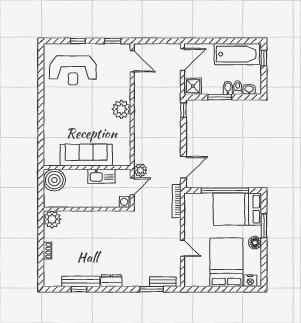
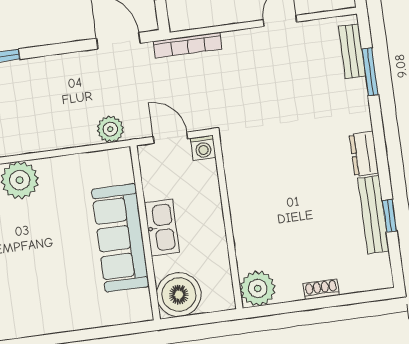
plant: (140, 170) -> (110, 129), moved
kitchen sink: (102, 176) -> (162, 228), moved

